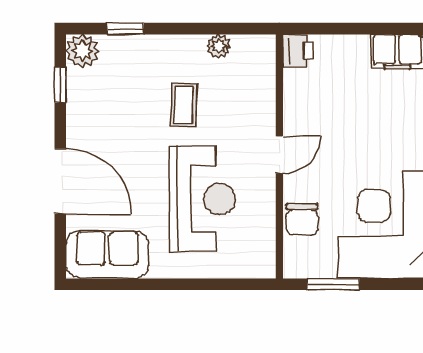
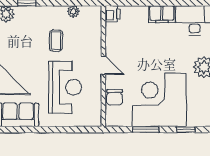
door: (279, 155) -> (103, 65), hinge flipped
window: (333, 284) -> (146, 130), moved

